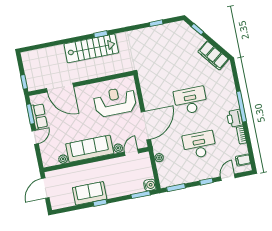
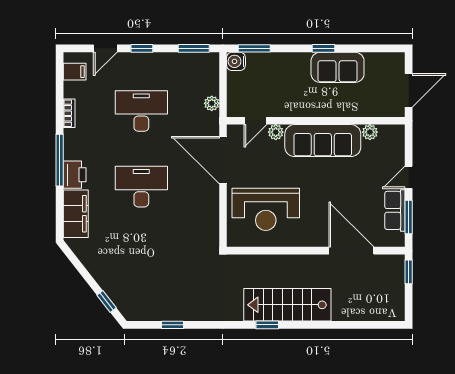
filing cabinet: (213, 55) -> (76, 214), moved, turned 38
desk: (191, 101) -> (141, 187), turned 180
printer: (235, 118) -> (75, 175), moved
door: (146, 126) -> (223, 160), hinge flipped
desk: (199, 145) -> (141, 111), turned 180

